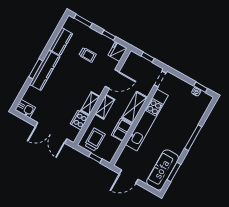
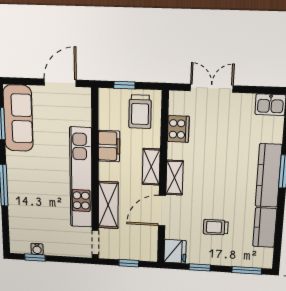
shelving: (90, 104) -> (175, 178), moved
shelving: (135, 107) -> (108, 205), moved
double door: (51, 133) -> (212, 88), width x0.73

